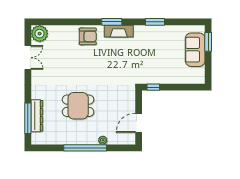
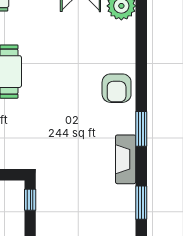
fireplace: (119, 31) -> (126, 159), moved

